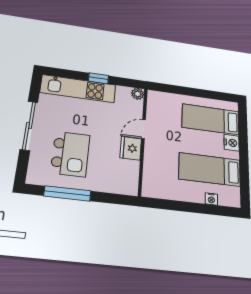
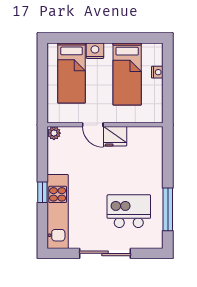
plant: (138, 94) -> (54, 133), moved
door: (144, 129) -> (93, 125), moved
wall: (143, 140) -> (105, 125), moved
fridge: (131, 148) -> (115, 136), moved

